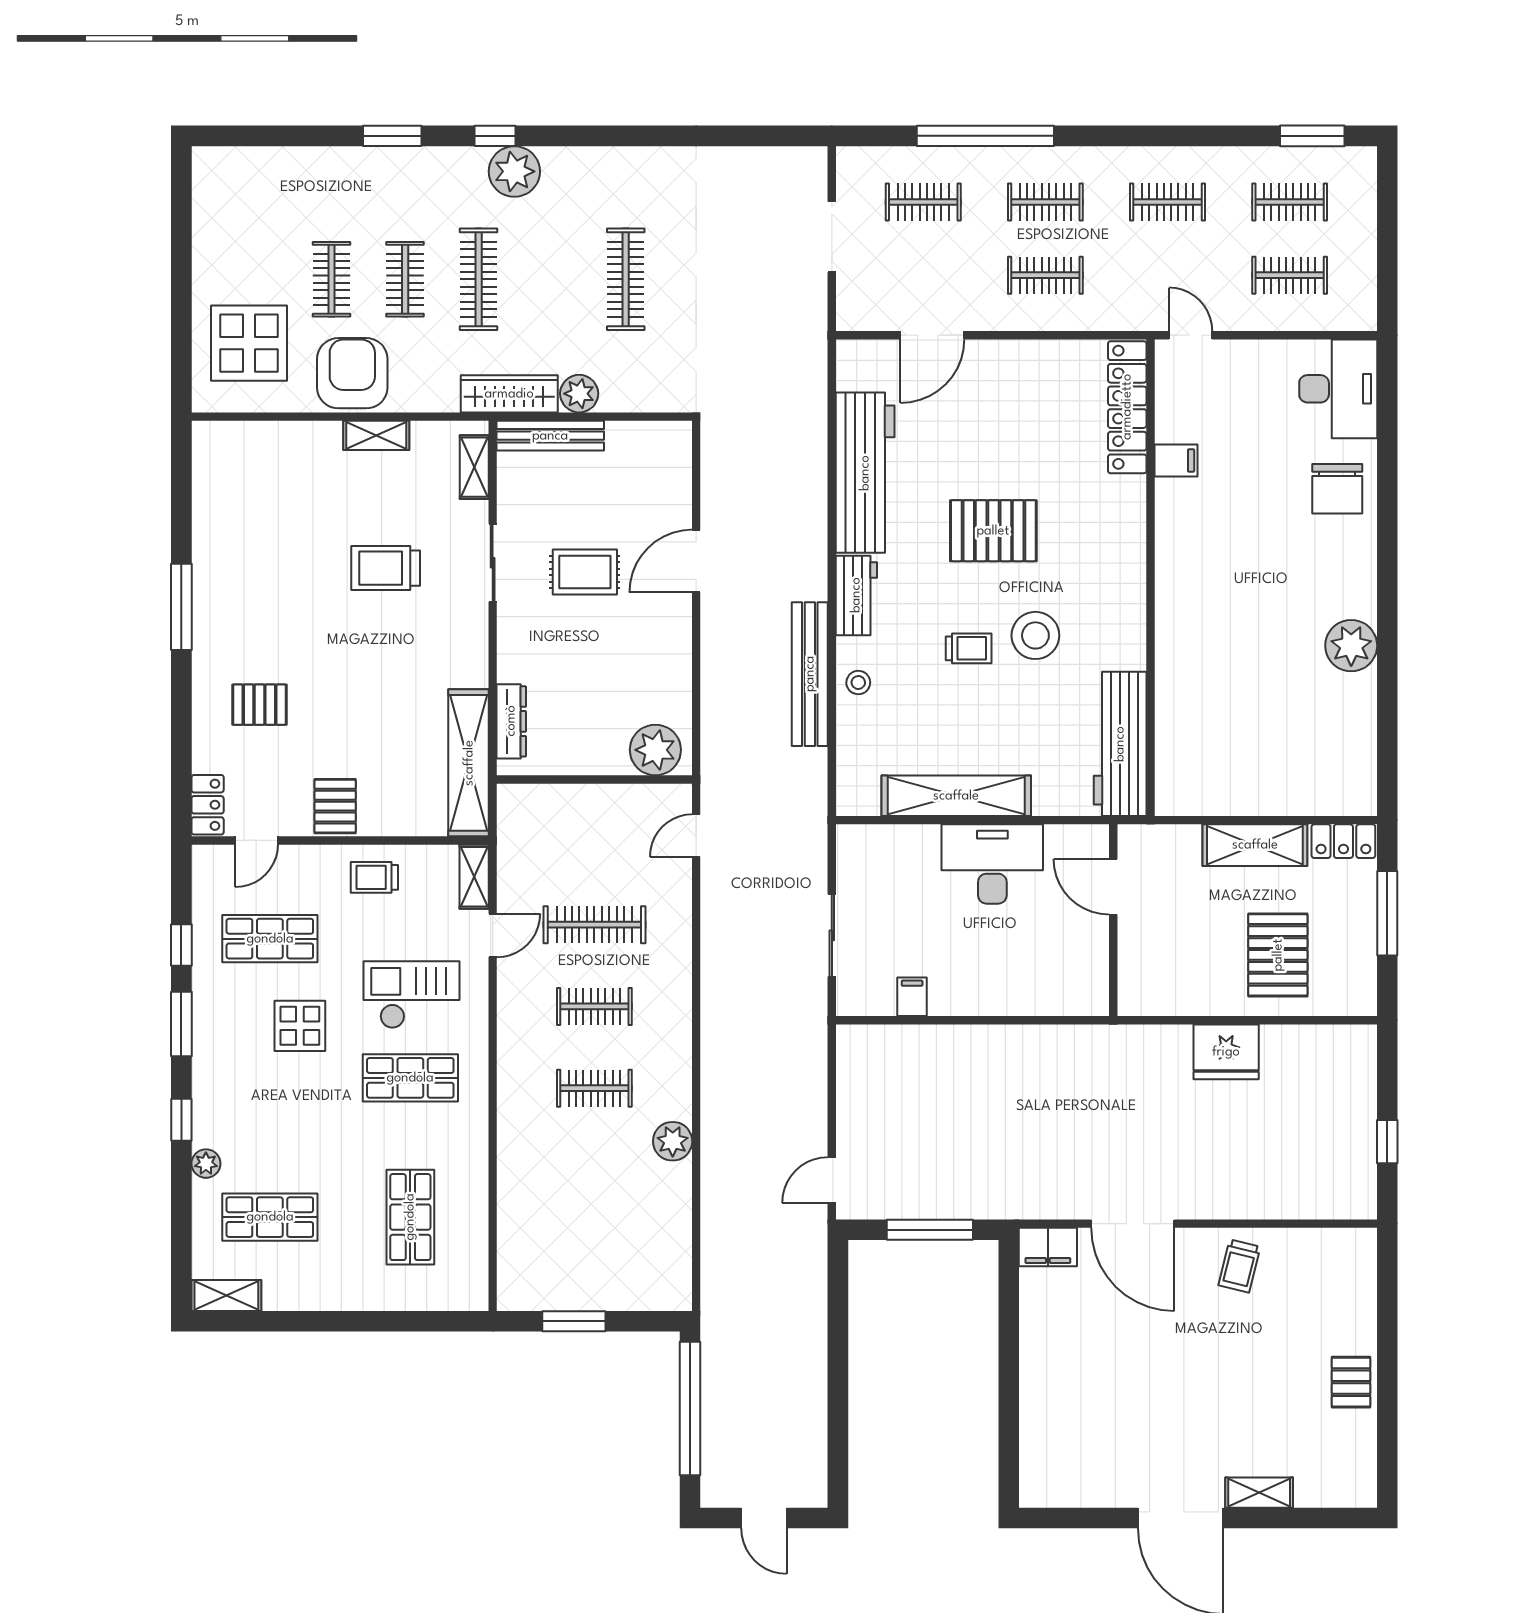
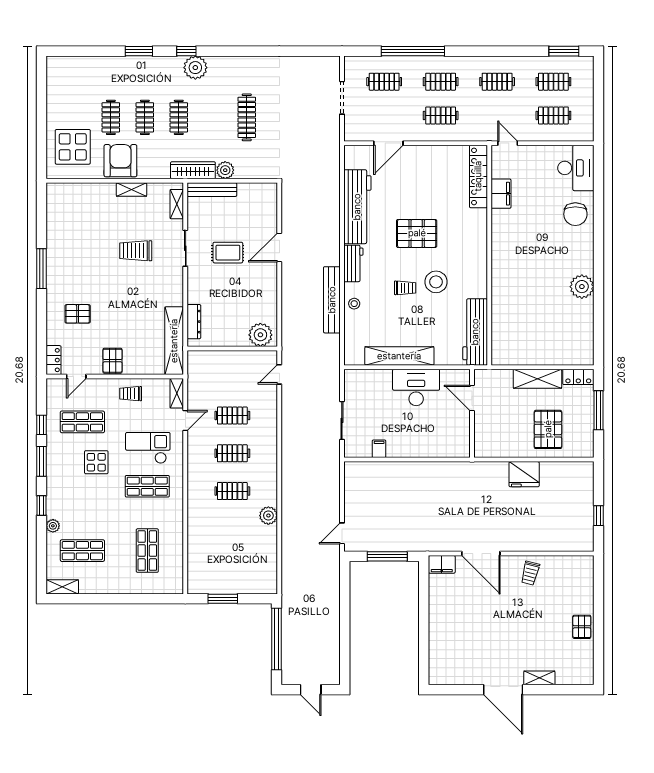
clothes rail: (479, 279) -> (179, 117), width x0.73
filing cabinet: (1176, 461) -> (501, 194), width x2.00
clothes rail: (594, 925) -> (232, 415), width x0.73

